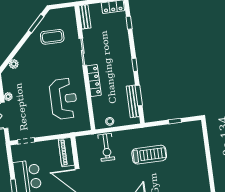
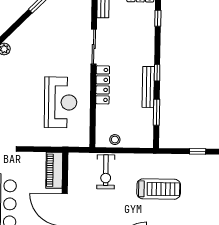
coffee table: (52, 37) -> (58, 22), removed
bench: (133, 101) -> (148, 87), moved

